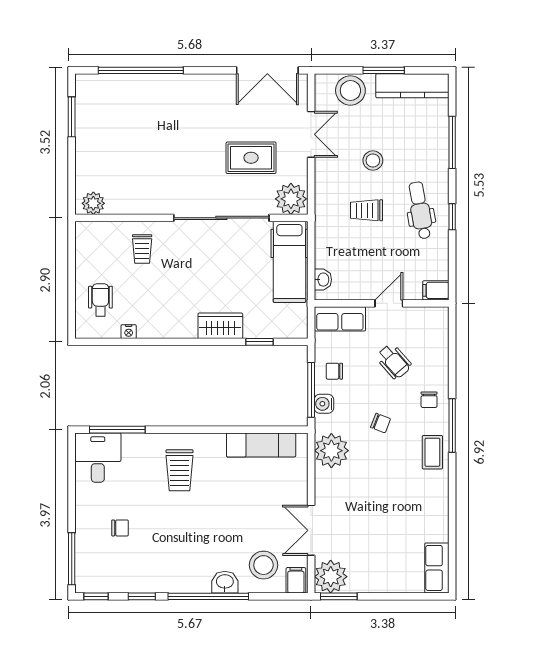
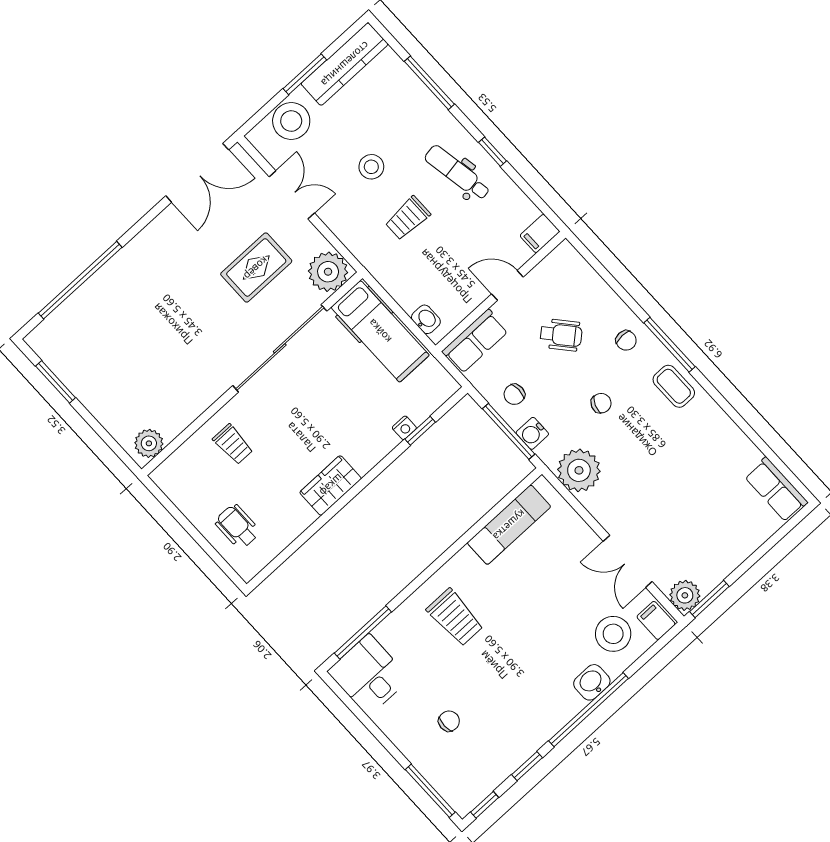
door: (389, 303) -> (507, 285), hinge flipped
wardrobe: (220, 326) -> (331, 485), moved
nightstand: (129, 332) -> (404, 428), moved
plant: (331, 577) -> (685, 595), width x0.73, depth x0.73

